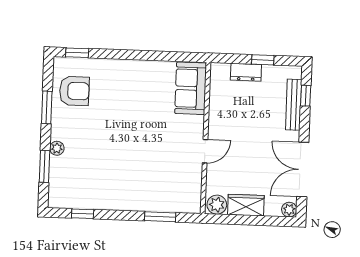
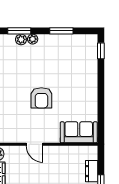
armchair: (74, 91) -> (41, 98), moved
plant: (57, 164) -> (21, 39), added

